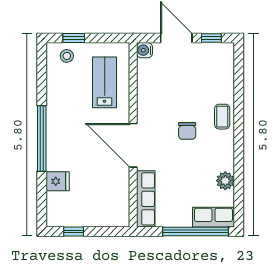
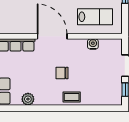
water cooler: (144, 50) -> (93, 44), moved
door: (133, 145) -> (52, 36), hinge flipped

